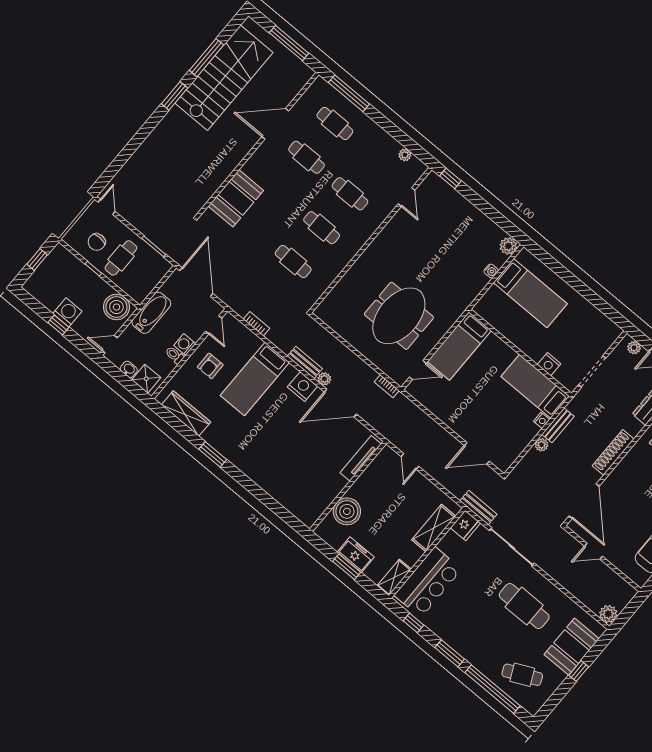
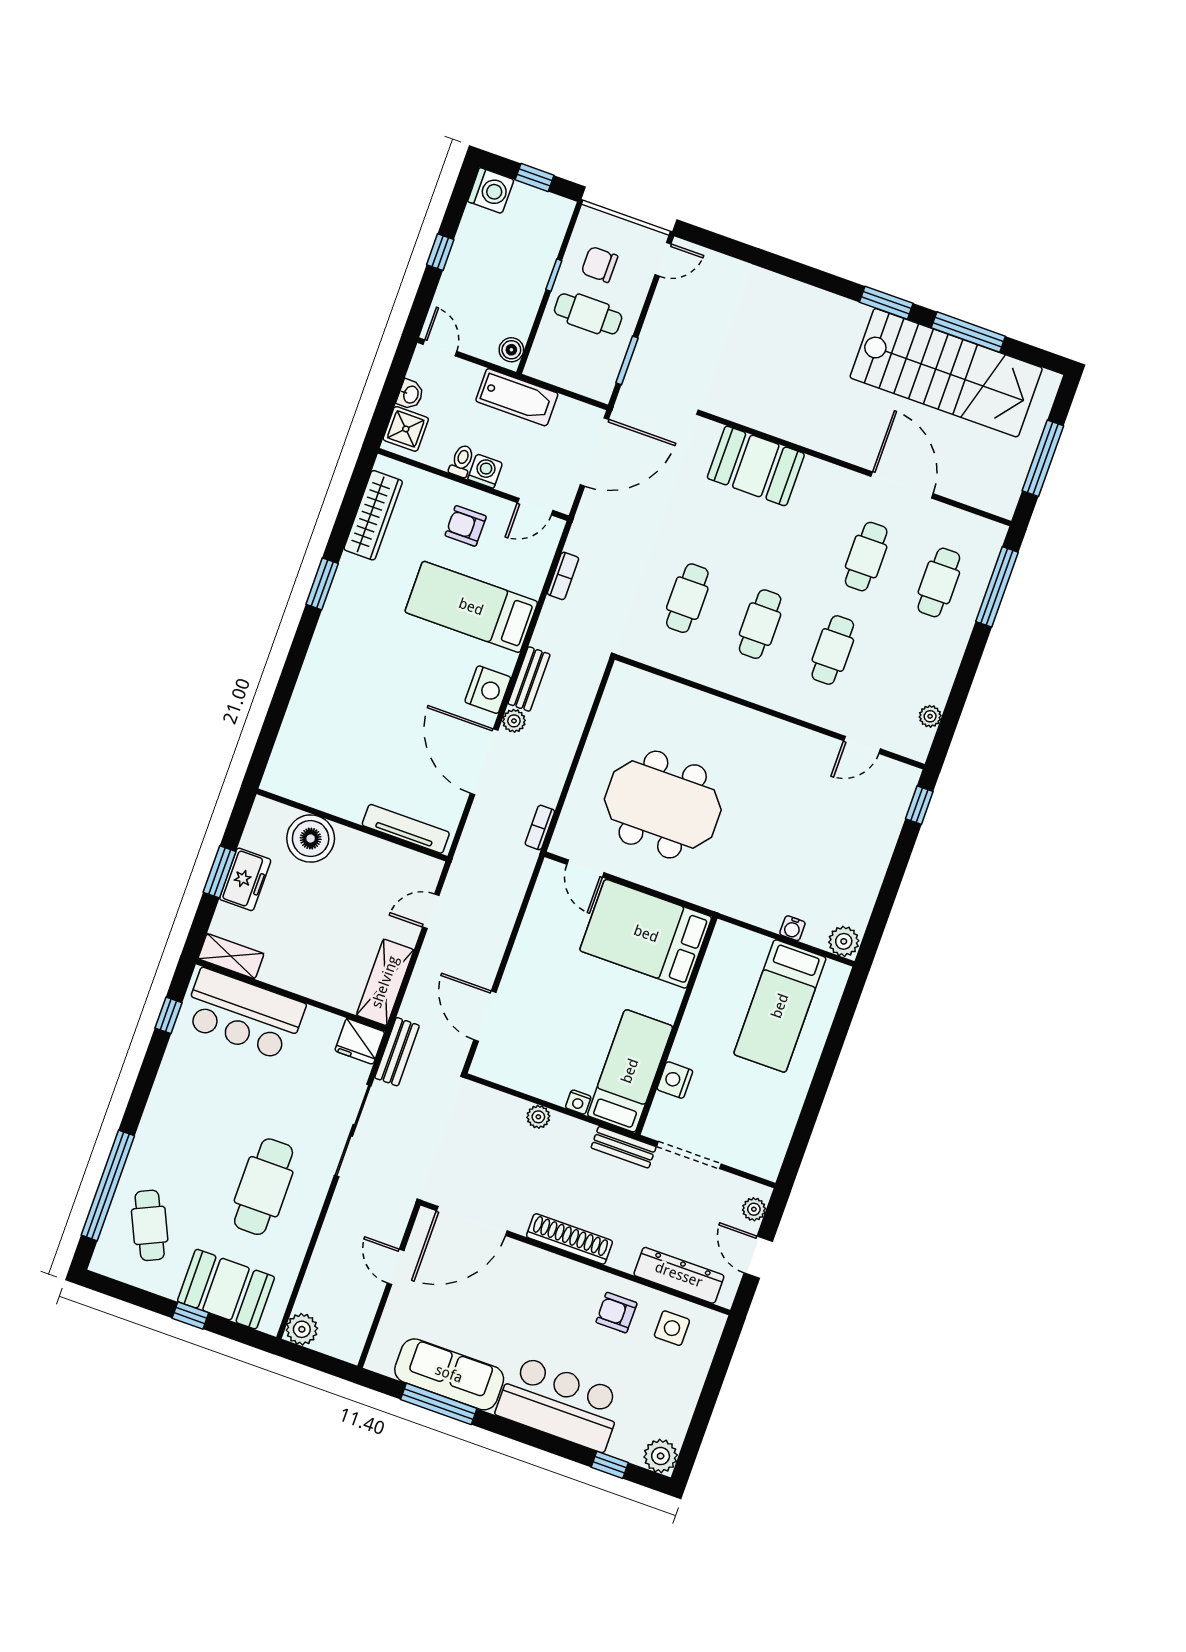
boiler: (116, 307) -> (511, 350), width x0.54, depth x0.54
washing machine: (67, 312) -> (491, 191), moved
bed: (459, 346) -> (646, 934), width x1.50
bench: (558, 425) -> (624, 1147), moved
shelving: (434, 528) -> (385, 982), moved, turned 90
window: (450, 653) -> (141, 1093), removed

